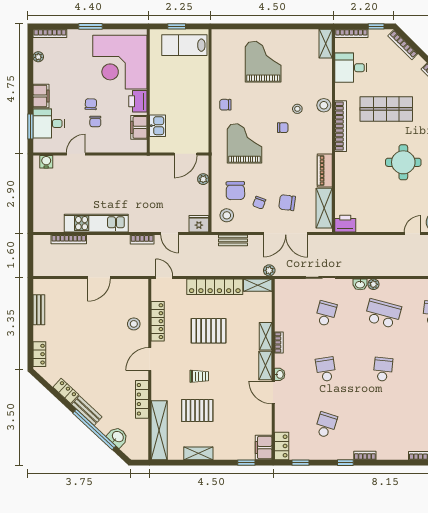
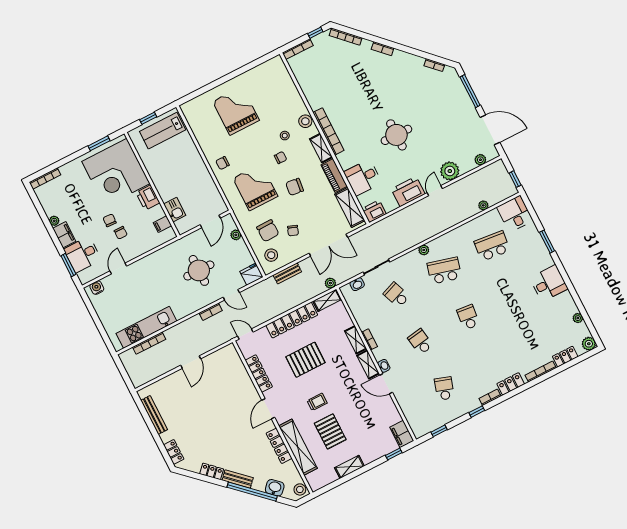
window: (90, 26) -> (99, 143), moved
shelving: (326, 44) -> (321, 148), moved
plant: (38, 57) -> (54, 221), moved
desk: (351, 68) -> (363, 177), moved
shop shelf: (386, 109) -> (359, 98), removed
filing cabinet: (139, 127) -> (162, 224), width x0.50
round table: (151, 195) -> (199, 270), added
chair: (287, 203) -> (295, 187), moved
printer: (387, 221) -> (408, 191), added
kitchen unit: (96, 223) -> (146, 327), moved
washbasin: (360, 284) -> (357, 284), moved
bench: (39, 310) -> (154, 415), width x1.36
school desk: (326, 314) -> (396, 295), turned -36
stool: (134, 324) -> (300, 489), moved
pallet: (197, 410) -> (330, 431), turned 90
shelving: (159, 430) -> (298, 447), moved
locker: (282, 446) -> (511, 384), moved, turned -90

